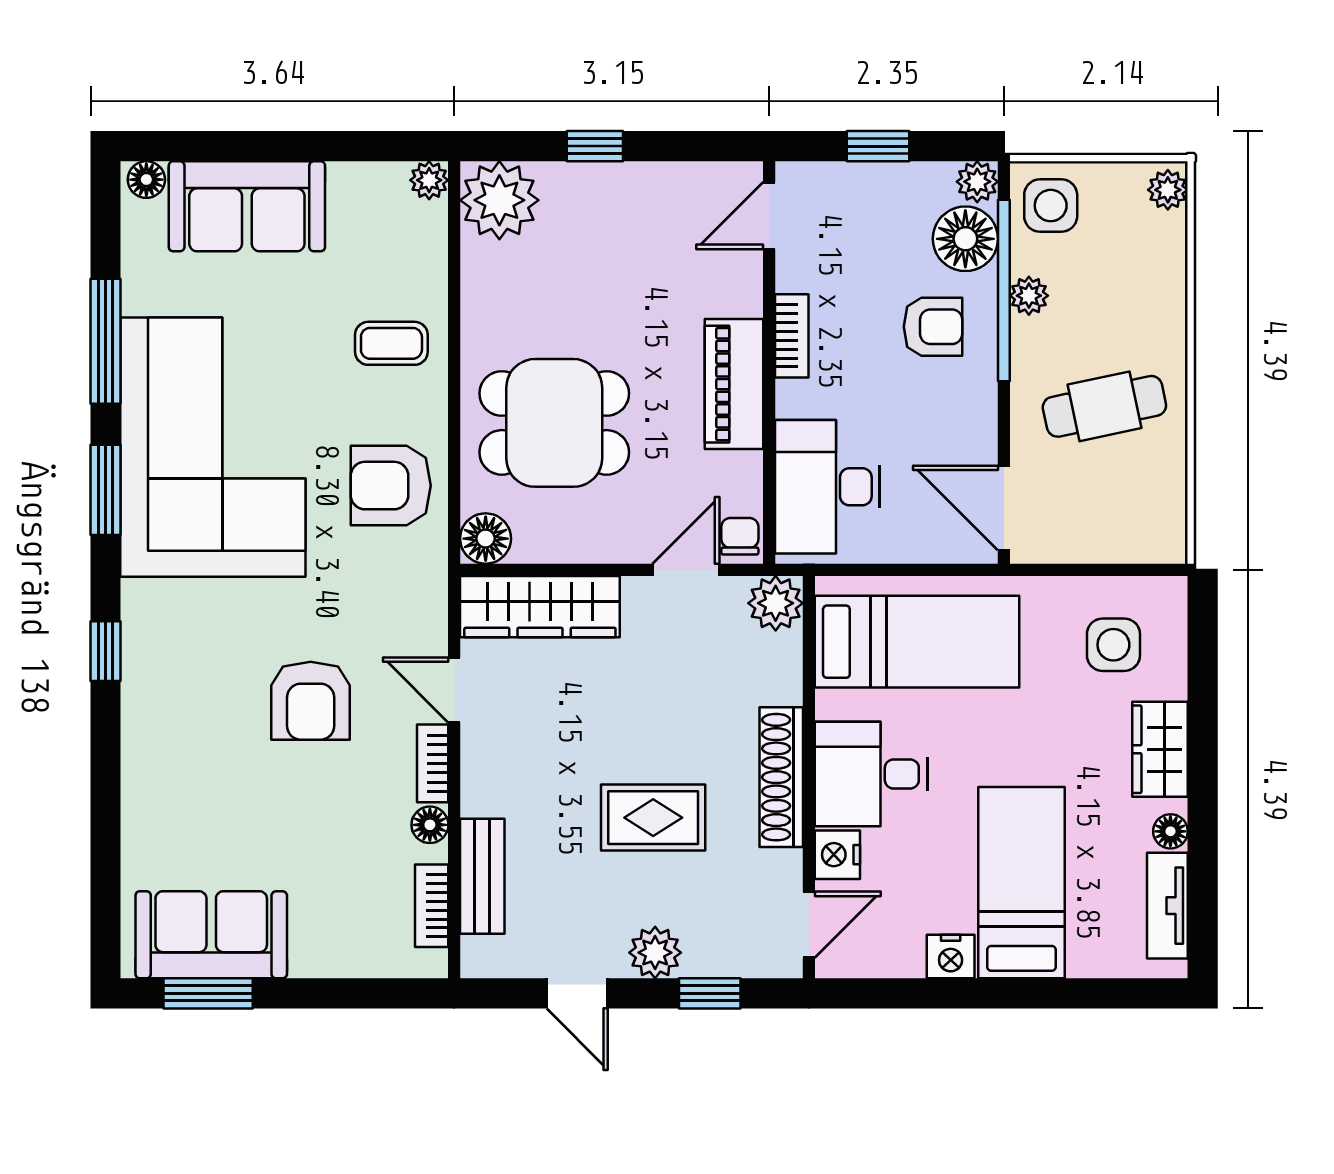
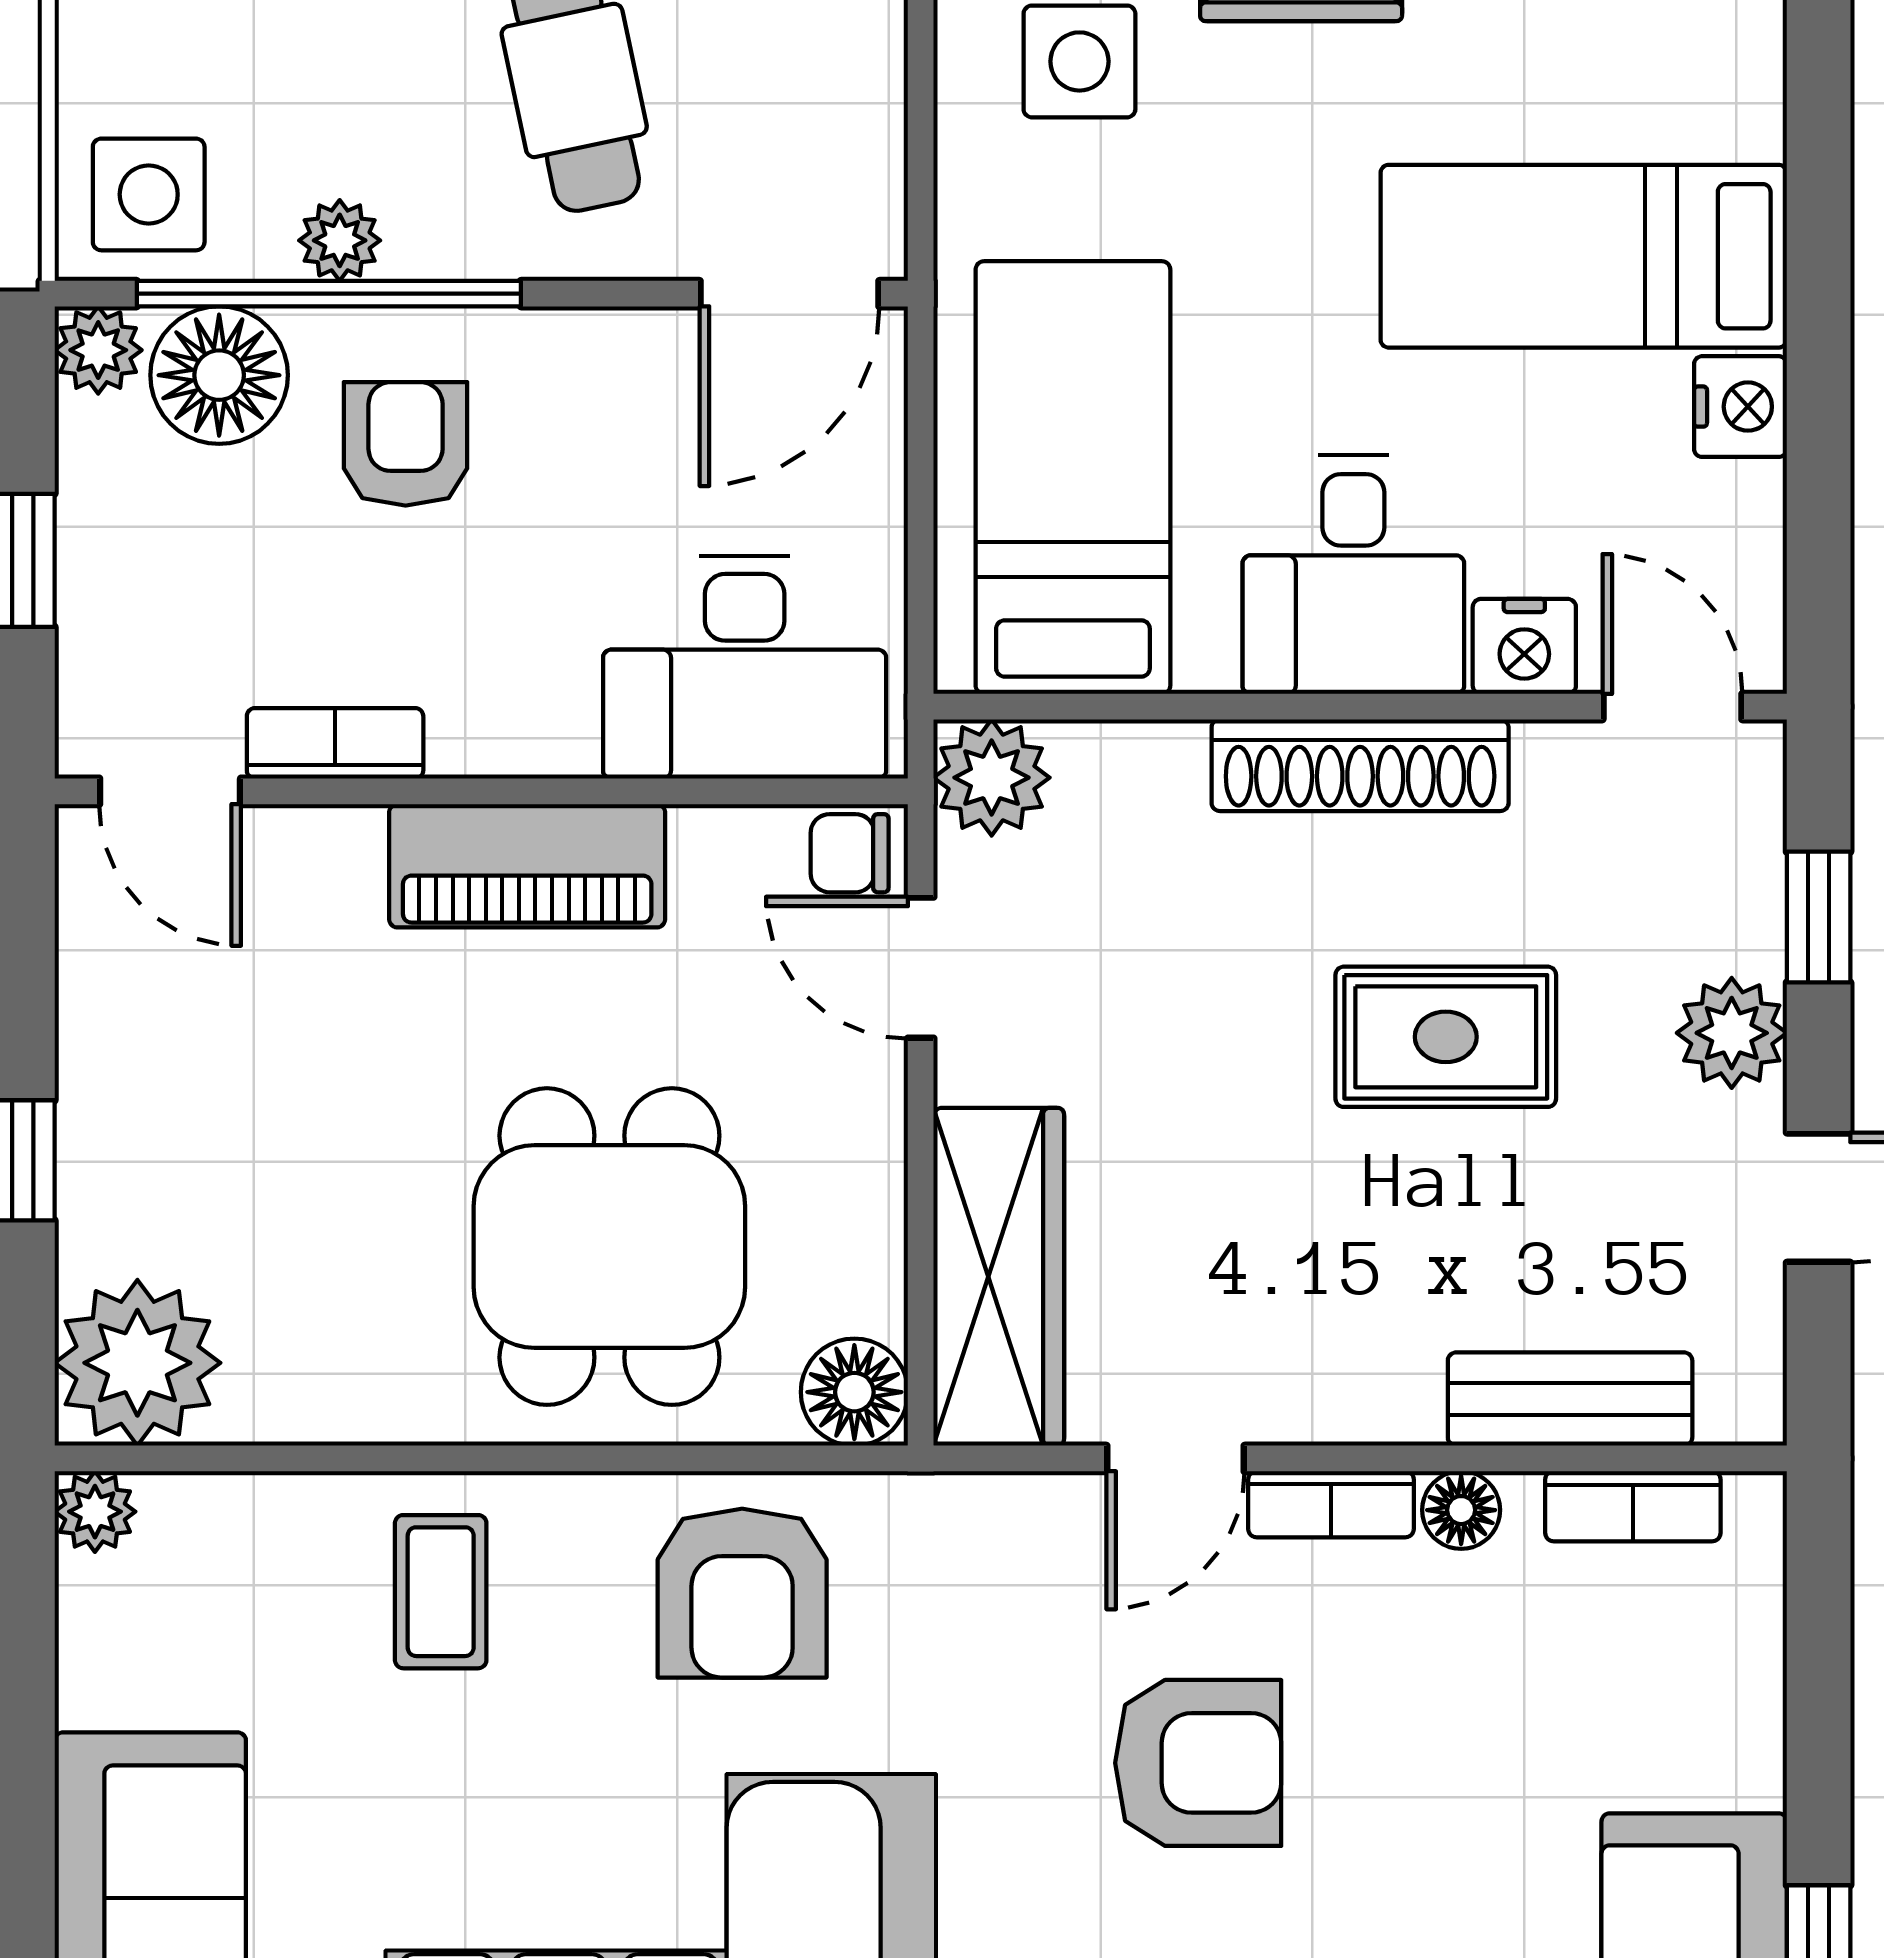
bookcase: (792, 336) -> (335, 743), moved
rug: (653, 818) -> (1446, 1037), turned 90

